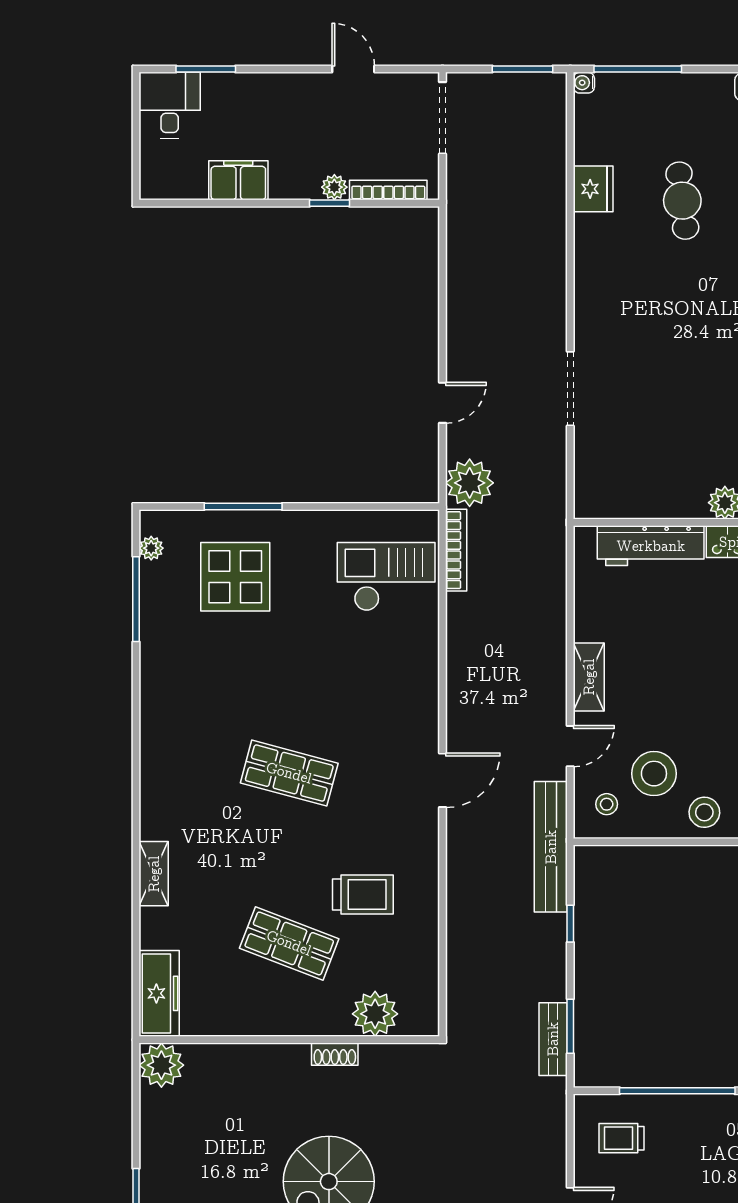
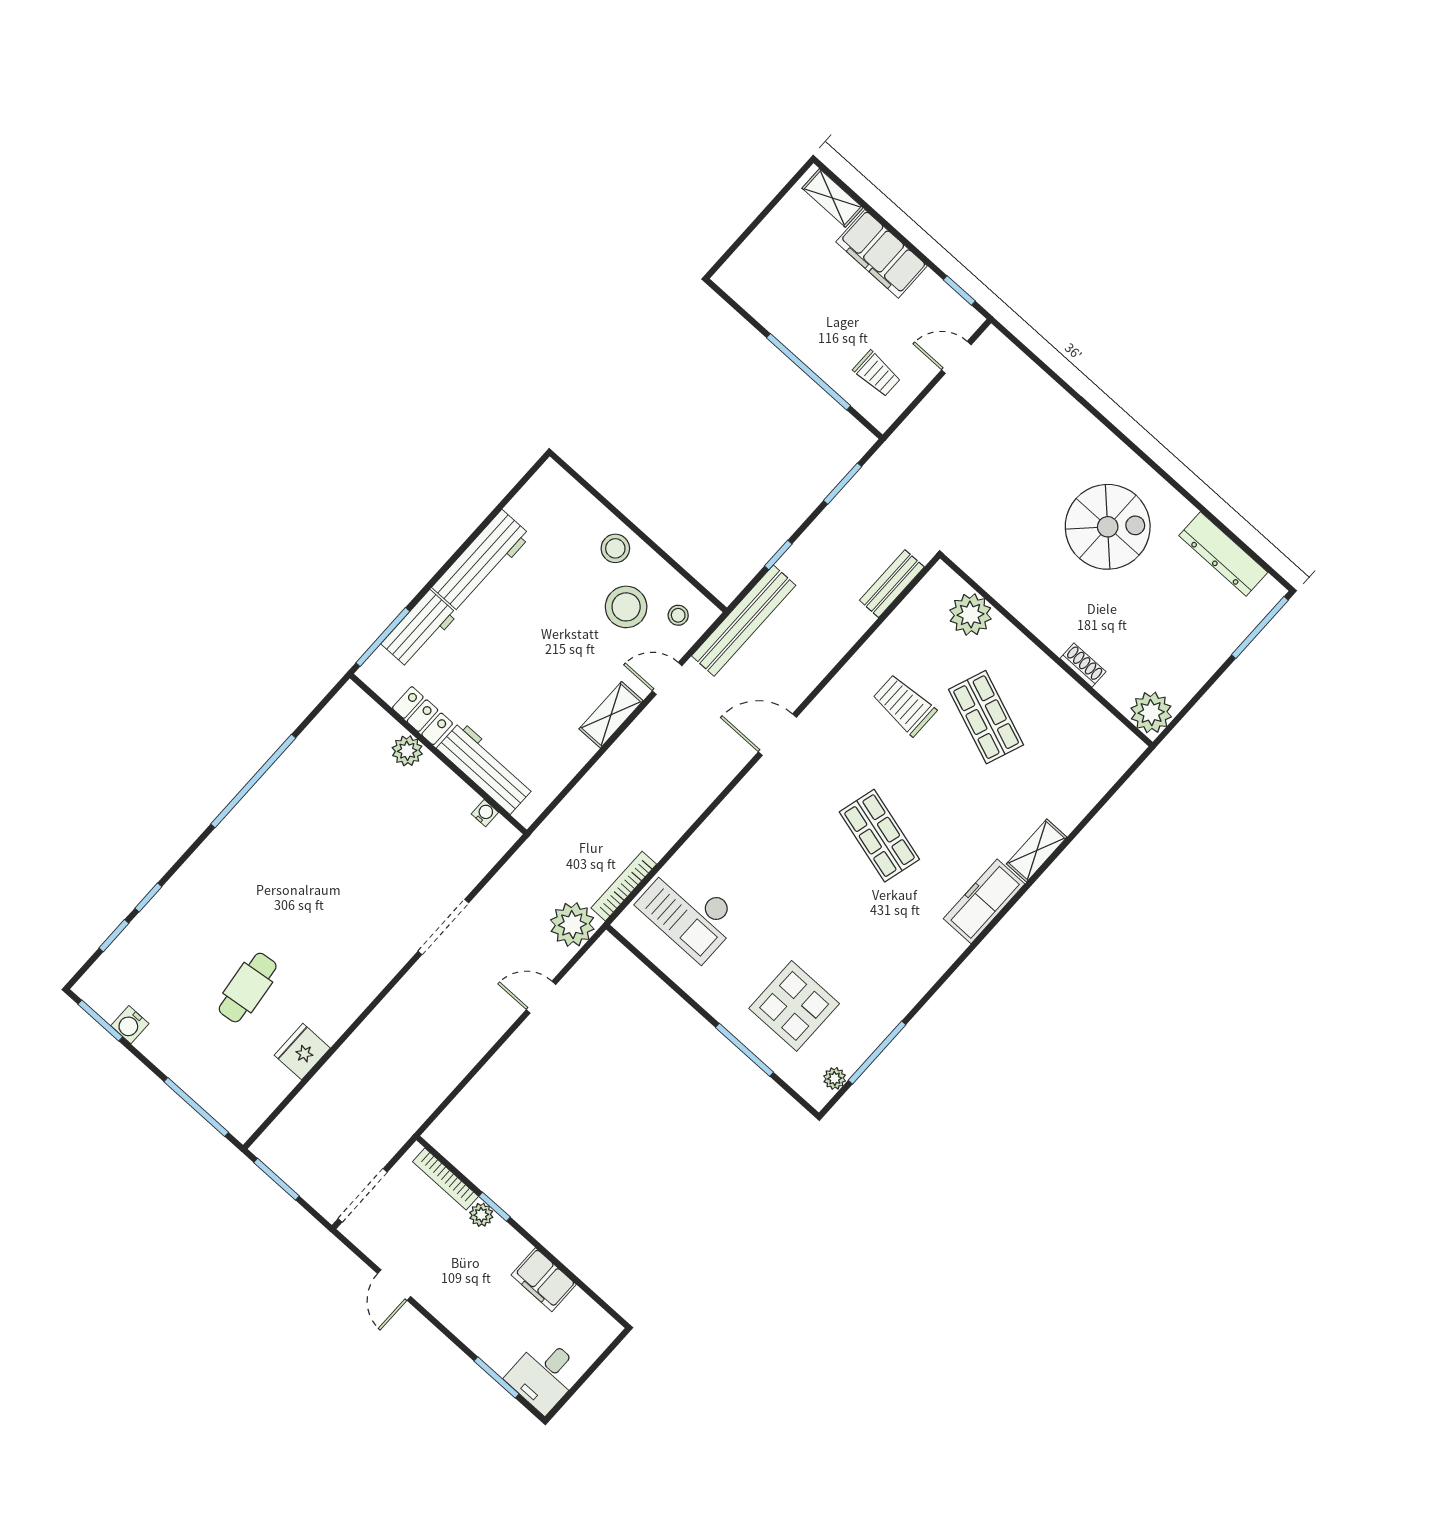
water cooler: (584, 83) -> (485, 813), moved, turned -90
freezer: (159, 993) -> (984, 901), moved
bench: (553, 1039) -> (892, 584), moved
shoe rack: (335, 1054) -> (1083, 665), moved

